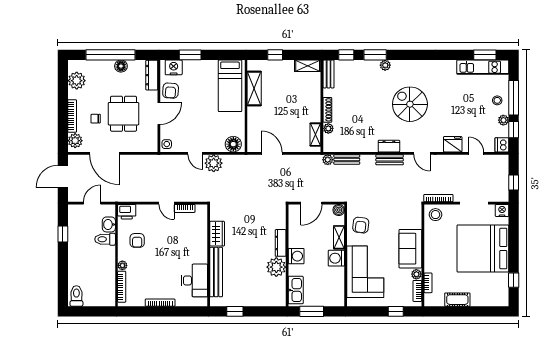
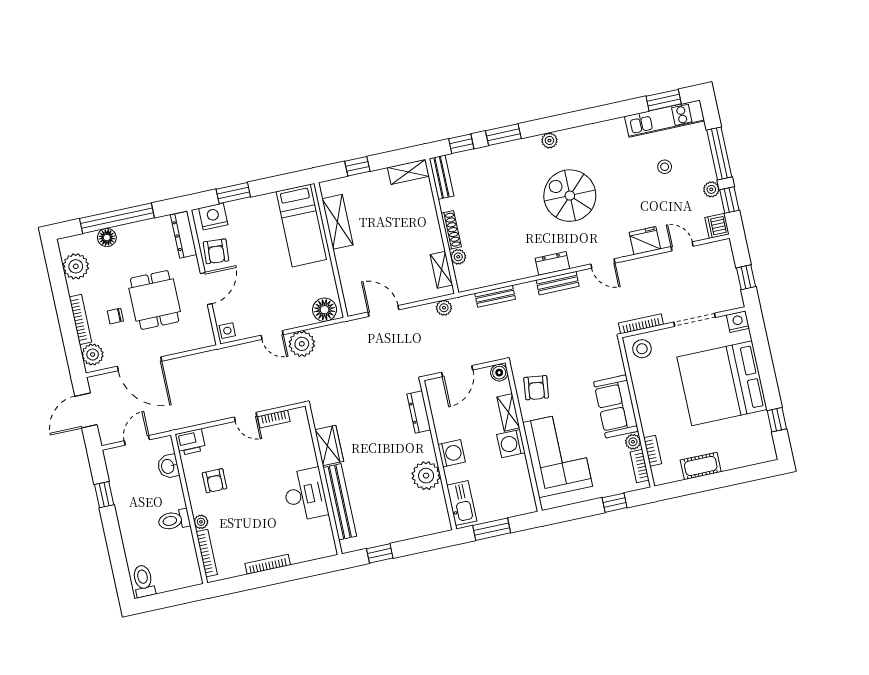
plant: (385, 65) -> (549, 140), moved
floor lamp: (121, 66) -> (107, 238), moved
stool: (497, 100) -> (665, 167), moved
plant: (328, 160) -> (444, 308), moved
toilet: (105, 239) -> (174, 520), moved
dresser: (281, 243) -> (419, 412), moved
desk: (194, 280) -> (305, 495), moved

